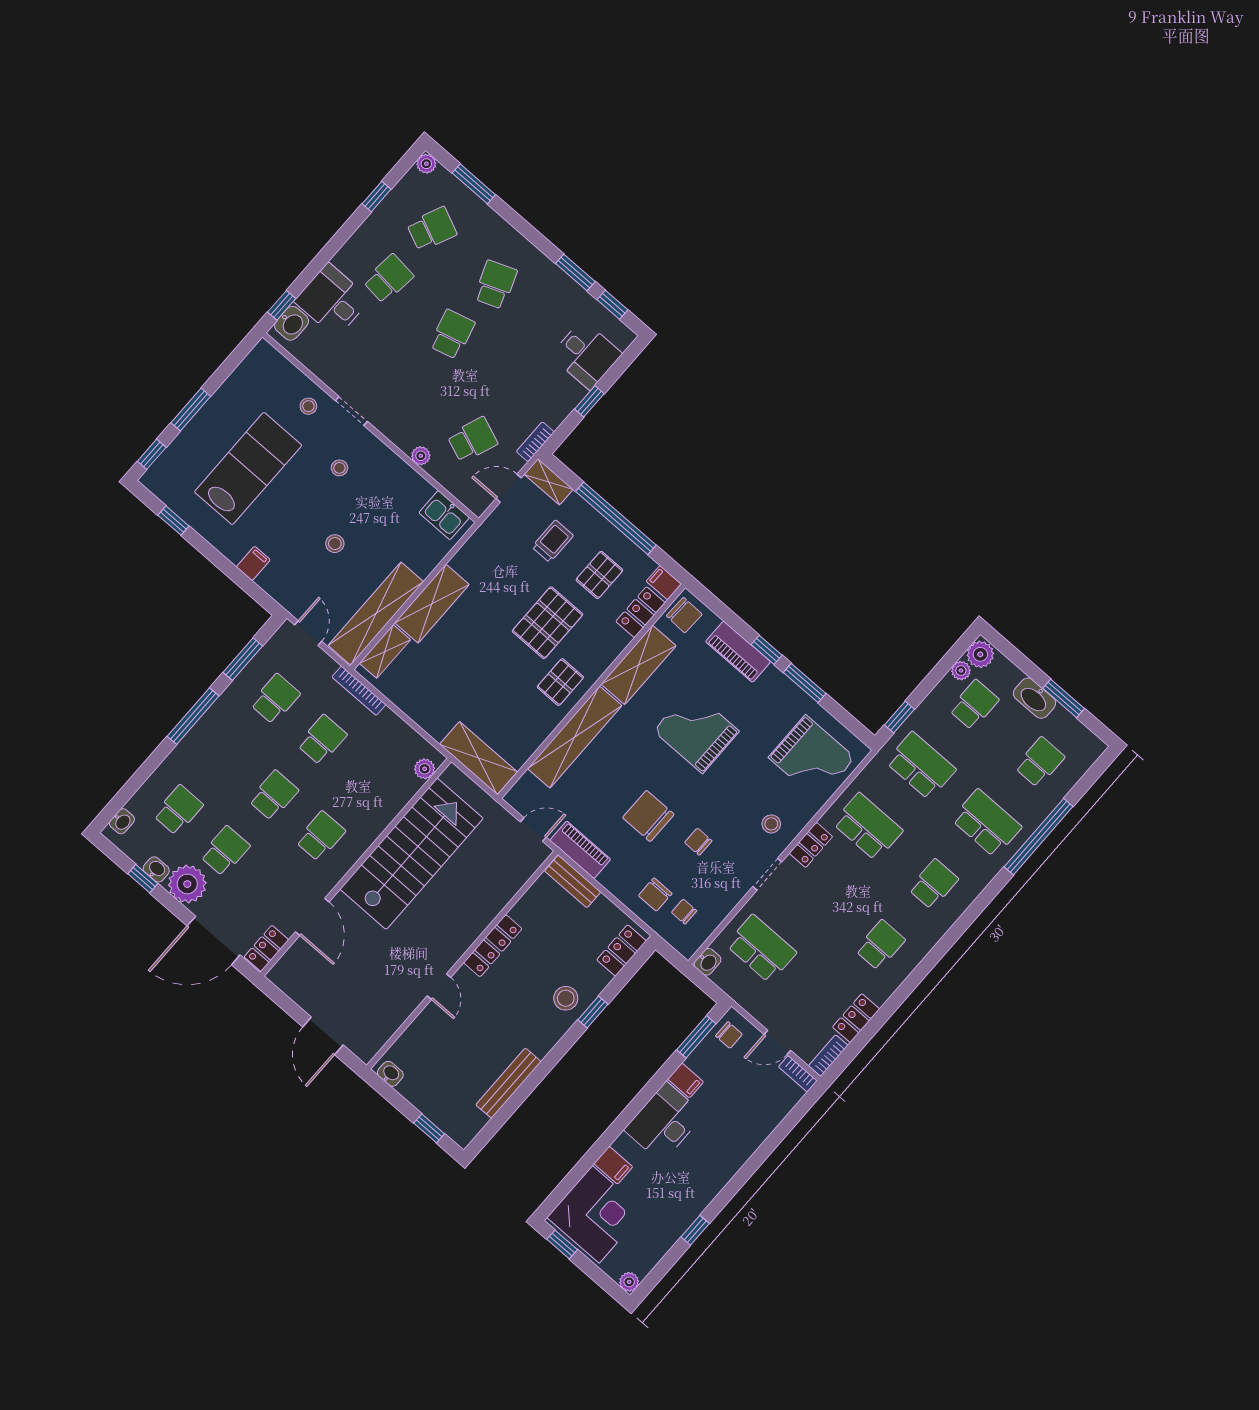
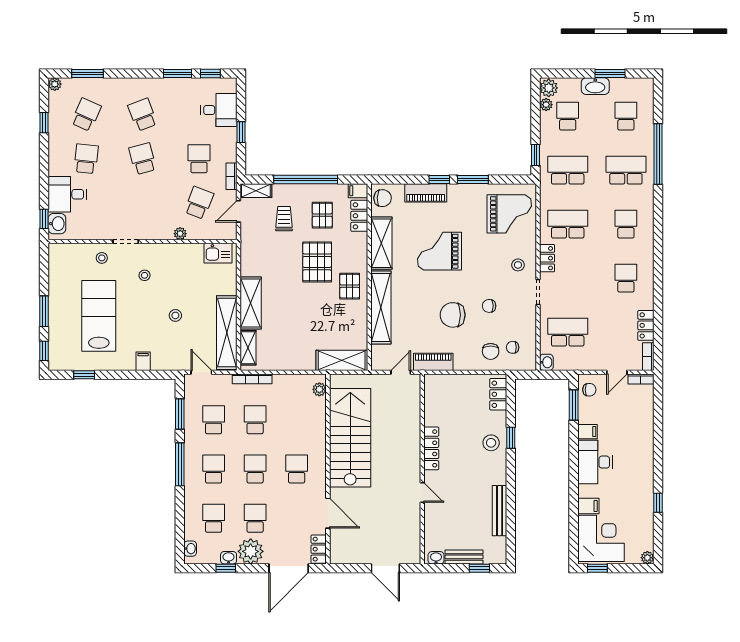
school desk: (516, 390) -> (199, 159), added
school desk: (227, 754) -> (214, 469), added
bench: (573, 881) -> (464, 557), moved

